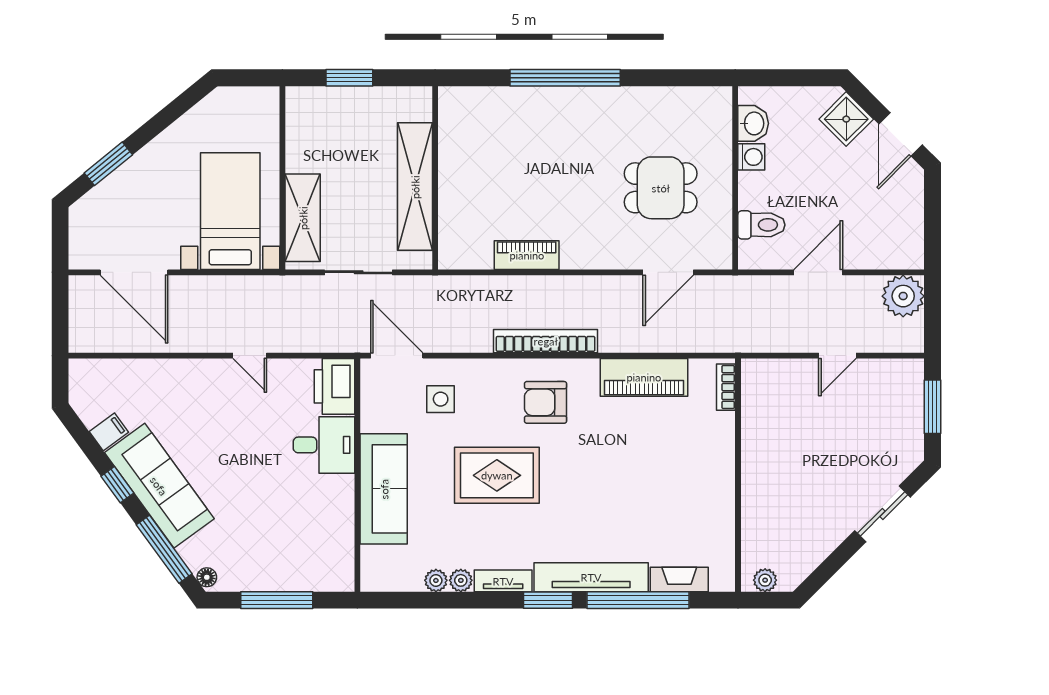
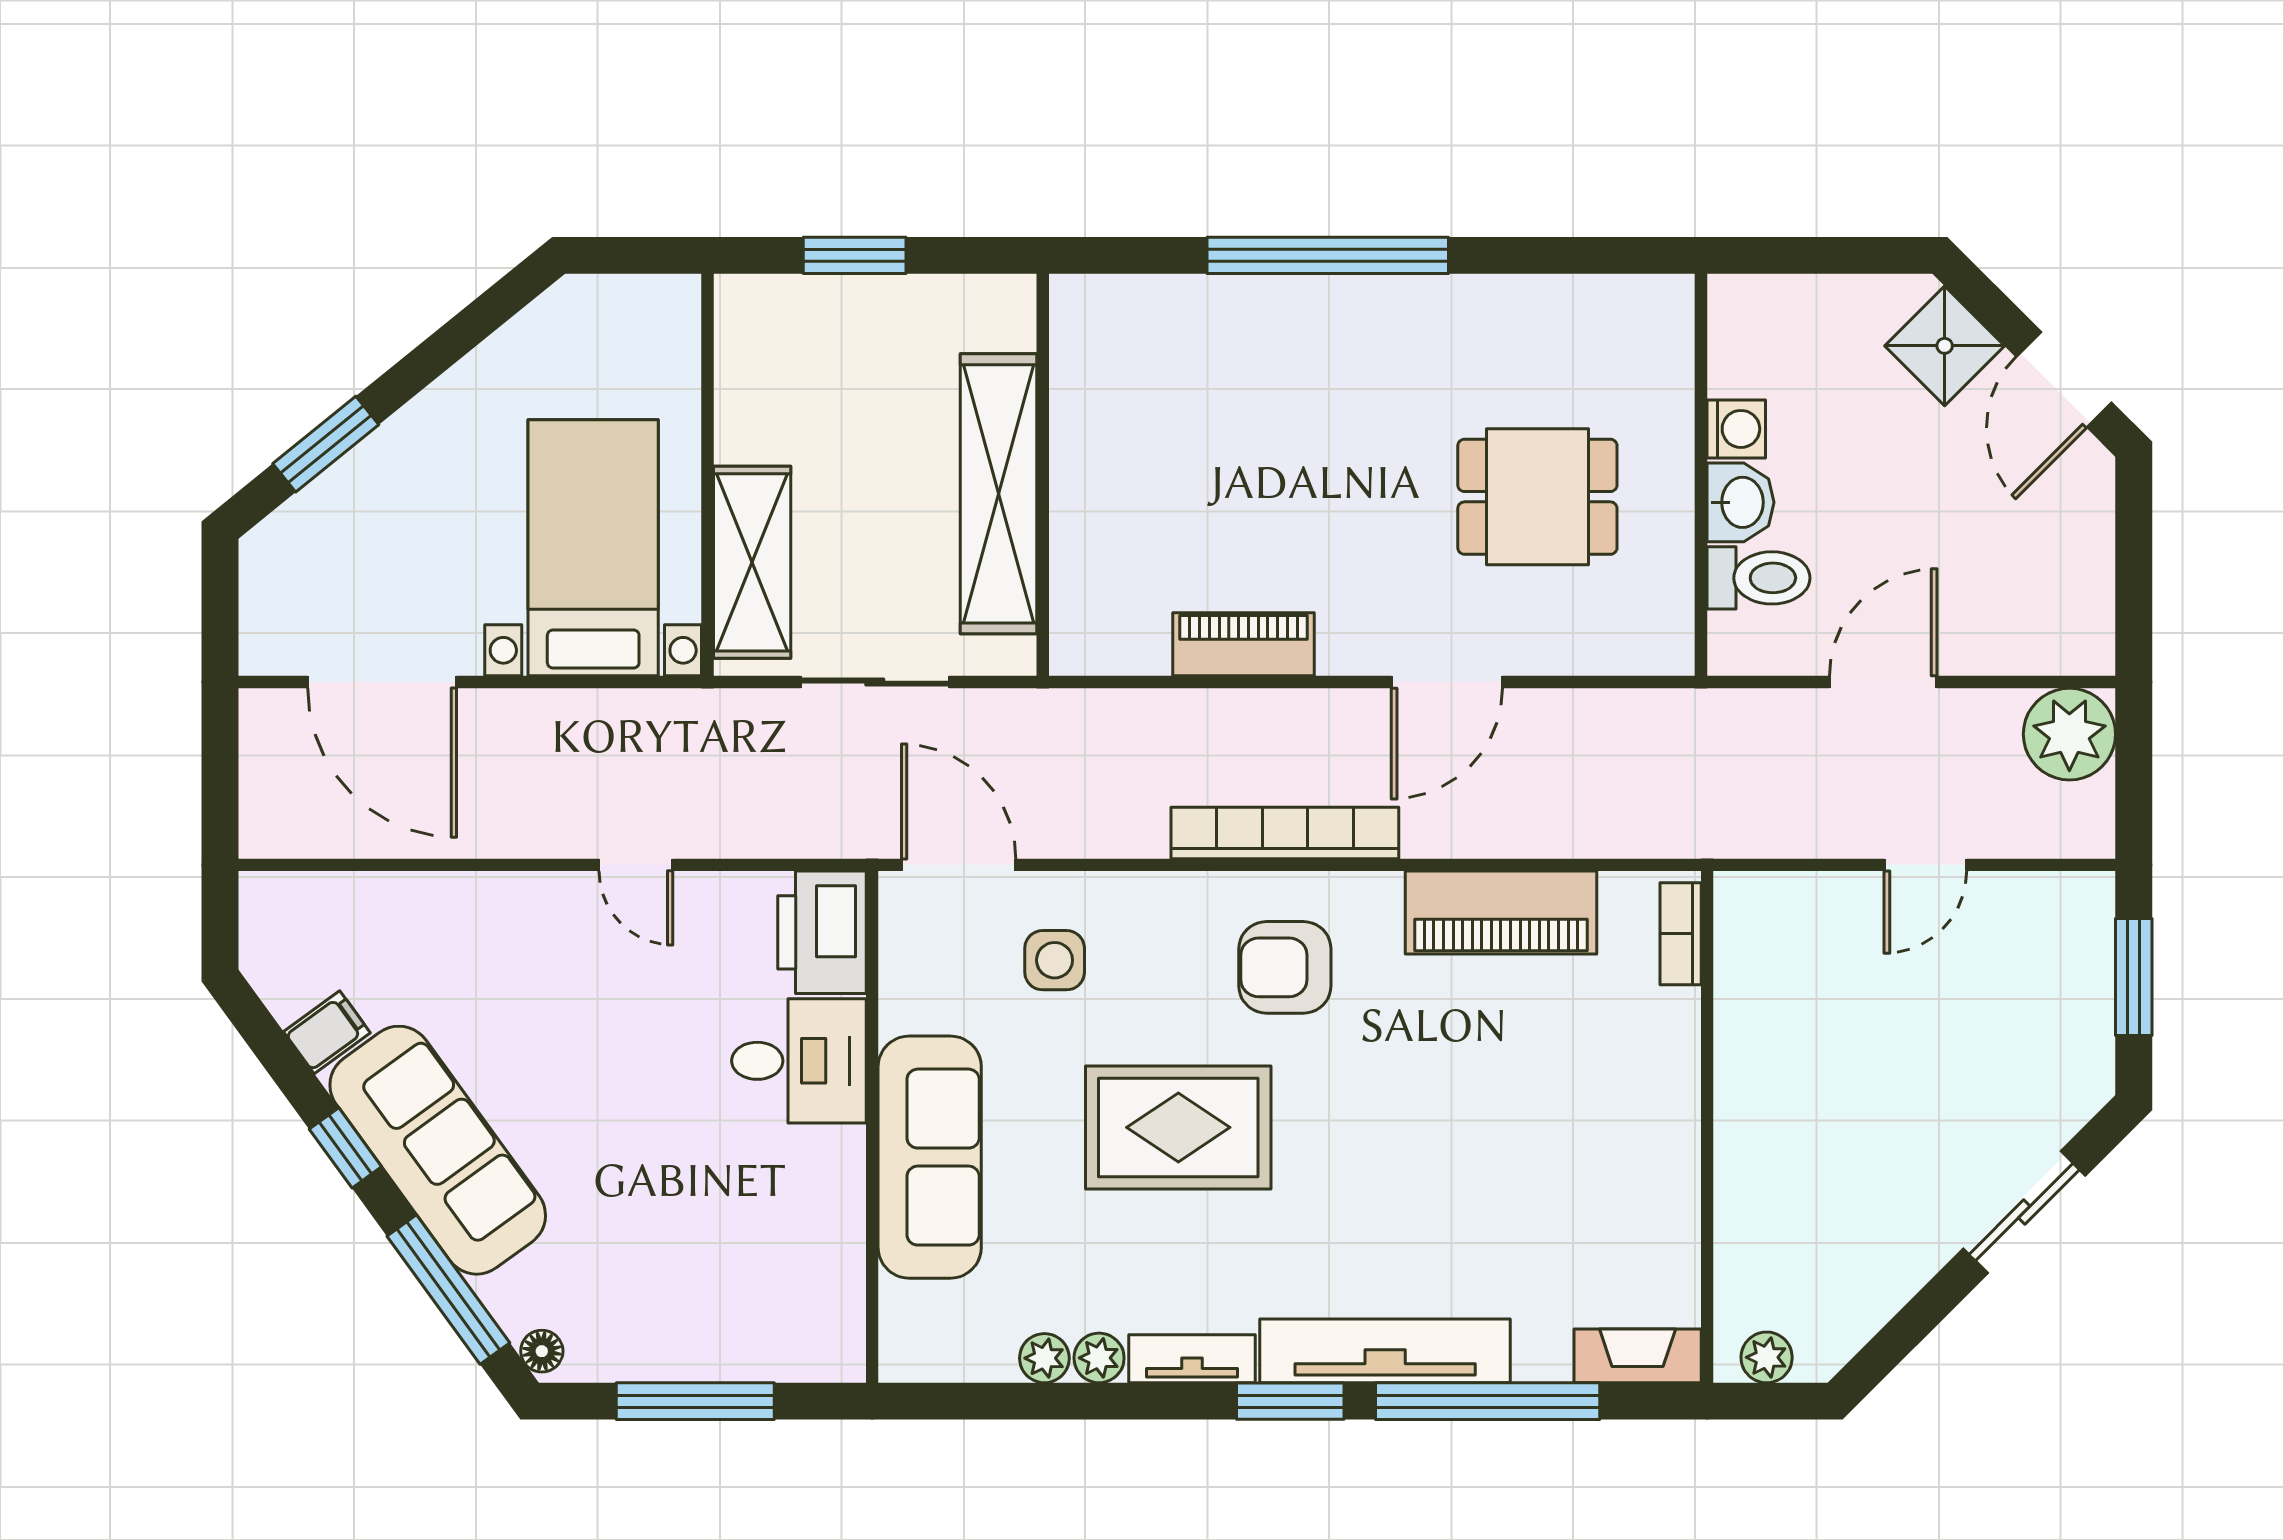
washbasin: (753, 123) -> (1740, 502), moved
door: (668, 272) -> (1447, 682), moved
fireplace: (679, 579) -> (1638, 1356), moved

